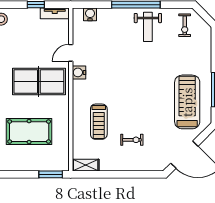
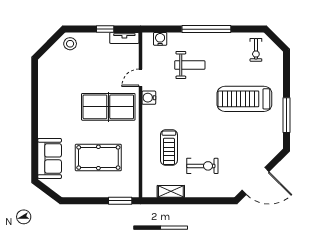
weight bench: (148, 27) -> (190, 65), moved, turned -90
treadmill: (187, 102) -> (244, 99), moved, turned -90
exercise bike: (132, 140) -> (202, 166), width x1.38, depth x1.39
shelving: (86, 165) -> (171, 191), moved

